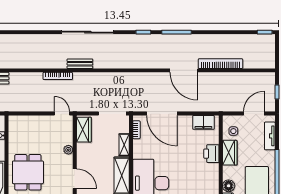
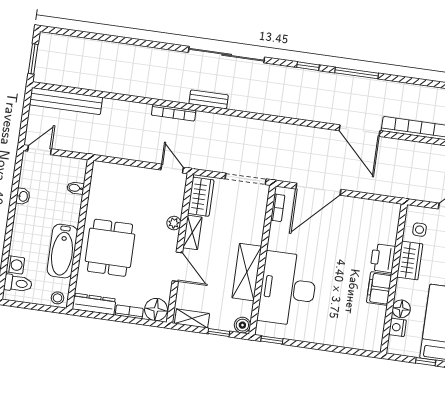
door: (162, 114) -> (318, 189), hinge flipped
filing cabinet: (203, 122) -> (379, 289), moved, turned 90
shelving: (124, 145) -> (192, 232), moved

